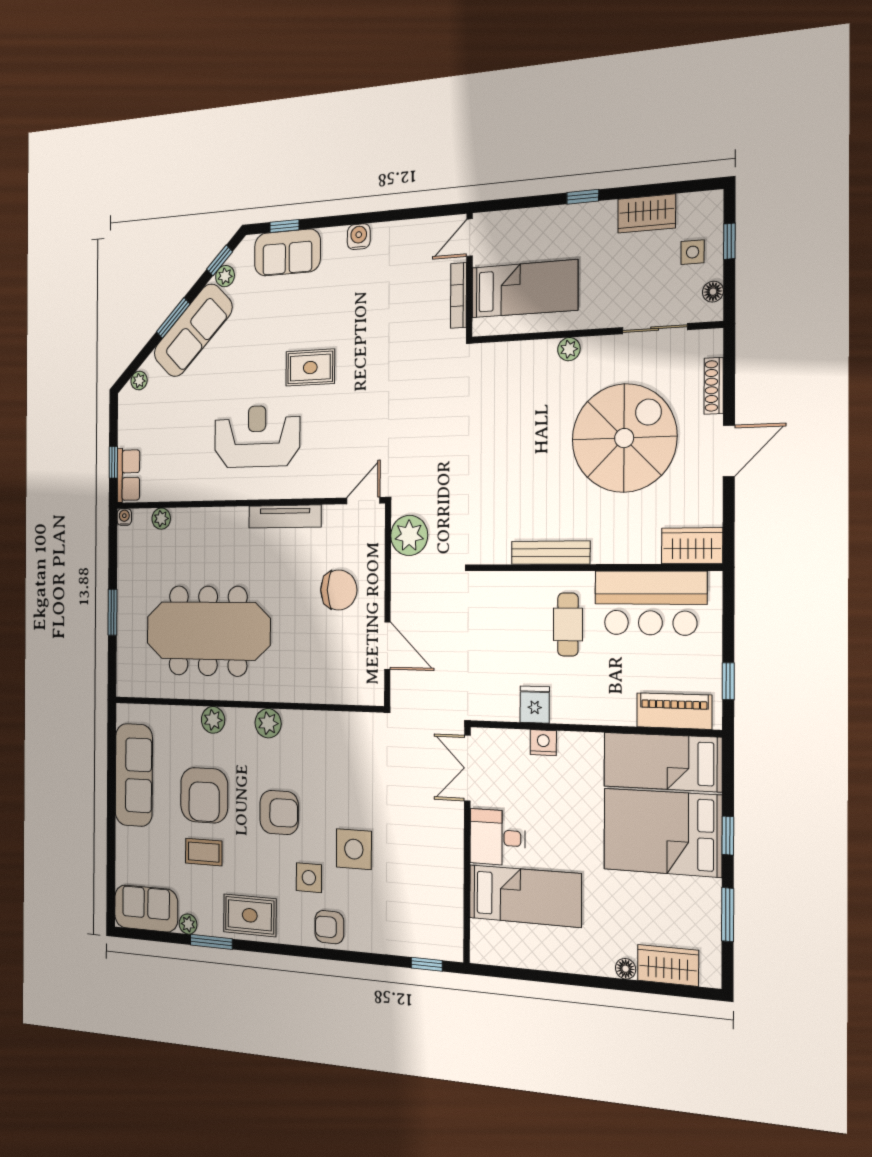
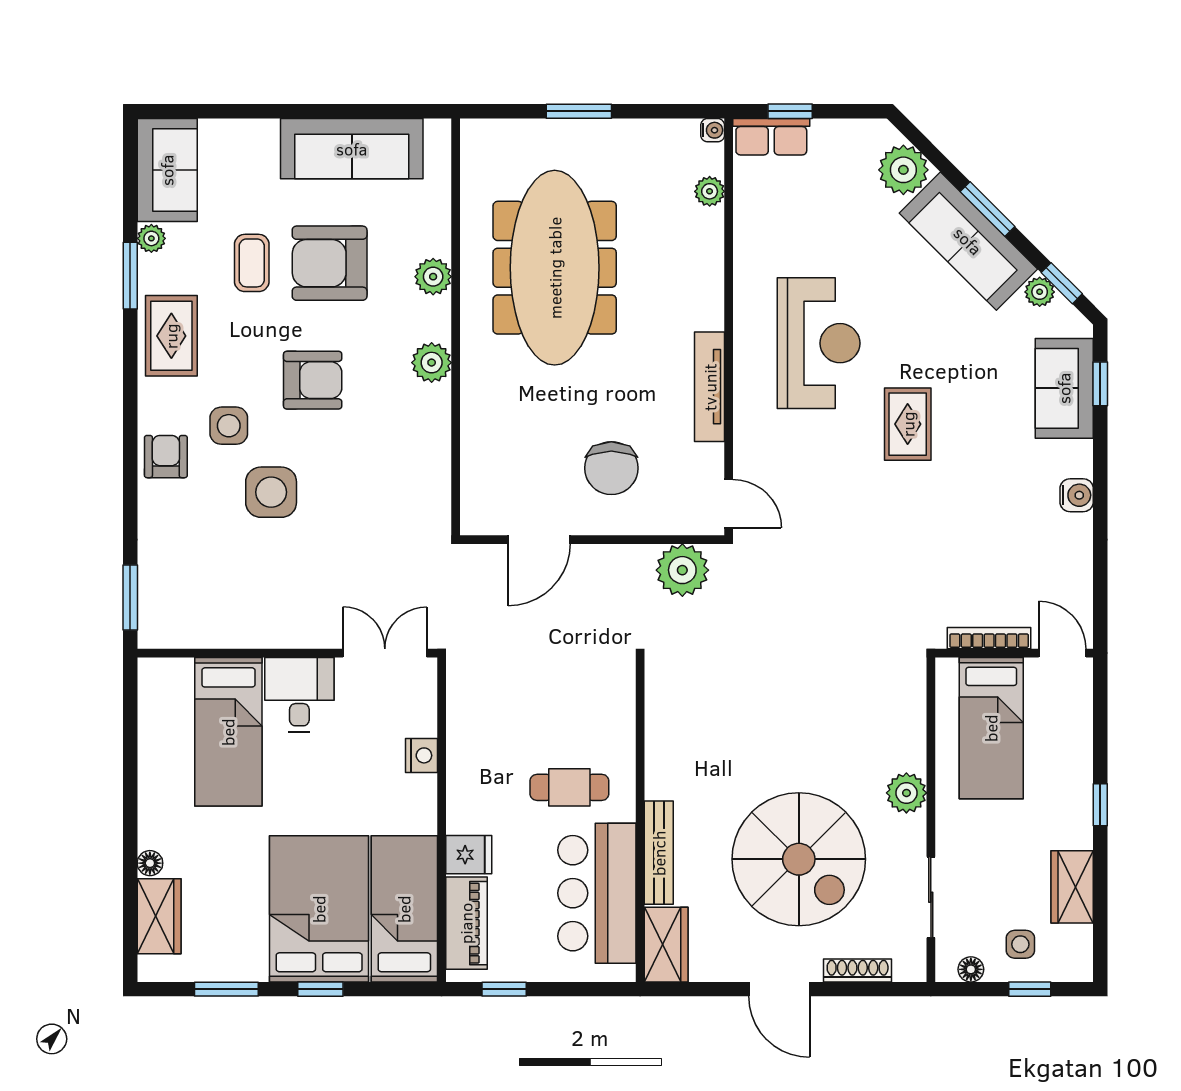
plant: (569, 349) -> (906, 793), width x1.38, depth x1.38
plant: (139, 381) -> (903, 170), width x1.87, depth x1.87
bench: (551, 553) -> (659, 853), moved
fridge: (535, 705) -> (469, 855), moved
armchair: (279, 813) -> (313, 380), turned -90
window: (427, 964) -> (130, 597), width x1.50

